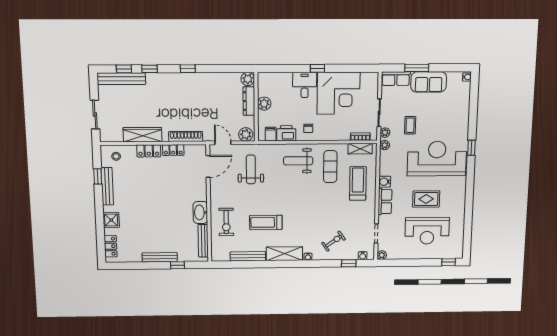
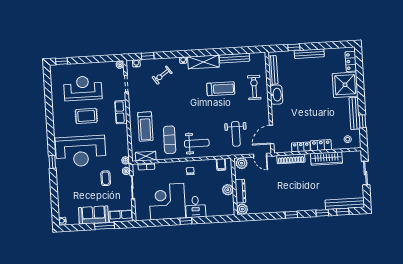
printer: (286, 133) -> (208, 166), removed
water cooler: (385, 182) -> (123, 129), removed
shower: (111, 220) -> (345, 85), width x1.86, depth x1.86

